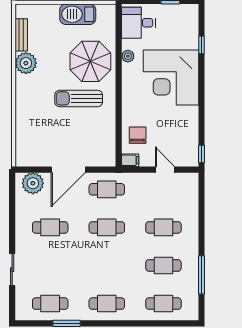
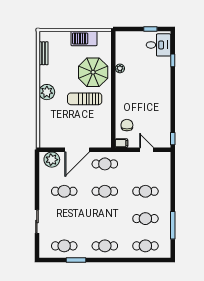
desk: (138, 23) -> (158, 45), moved, turned 180
plant: (26, 63) -> (47, 92), moved
corner desk: (171, 77) -> (151, 84), removed

